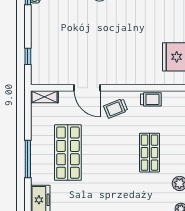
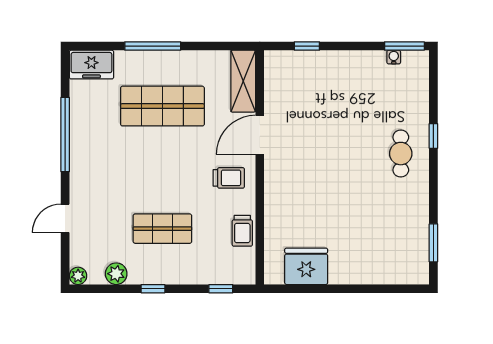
shelving: (44, 97) -> (243, 81), width x1.50, depth x1.33
trolley: (116, 108) -> (229, 178), turned 112

